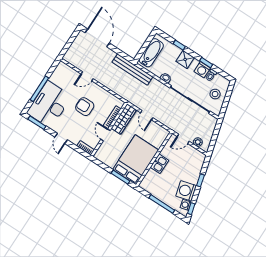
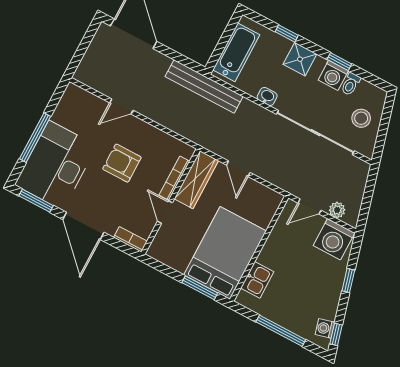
door: (61, 138) -> (83, 226), width x1.88
kitchen sink: (159, 164) -> (257, 280), moved
washing machine: (186, 191) -> (334, 239), moved, turned -75

